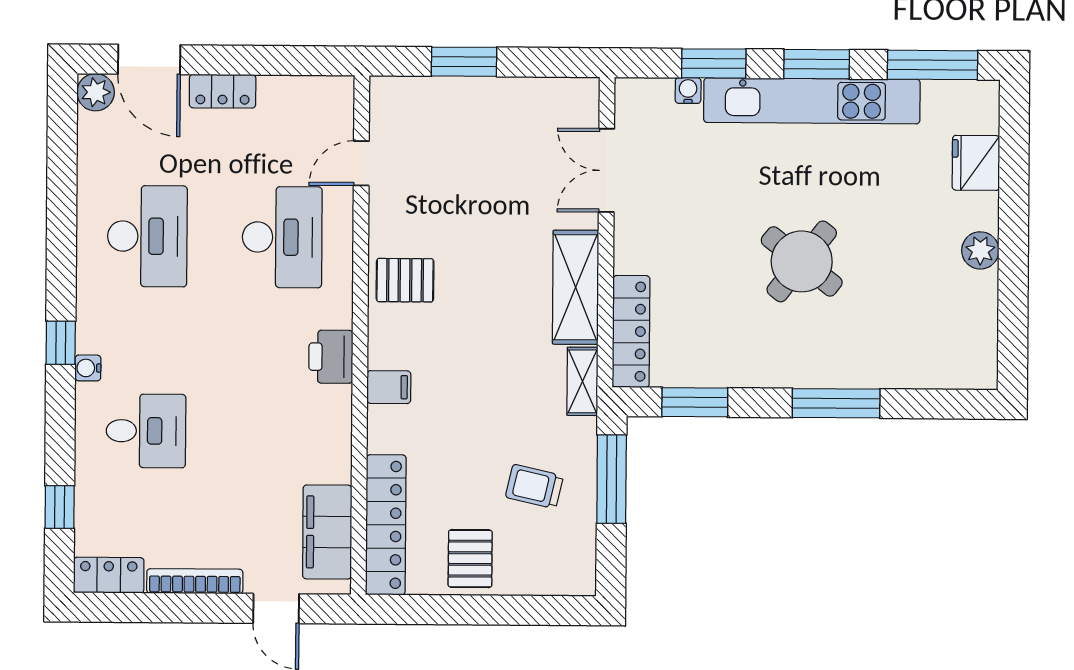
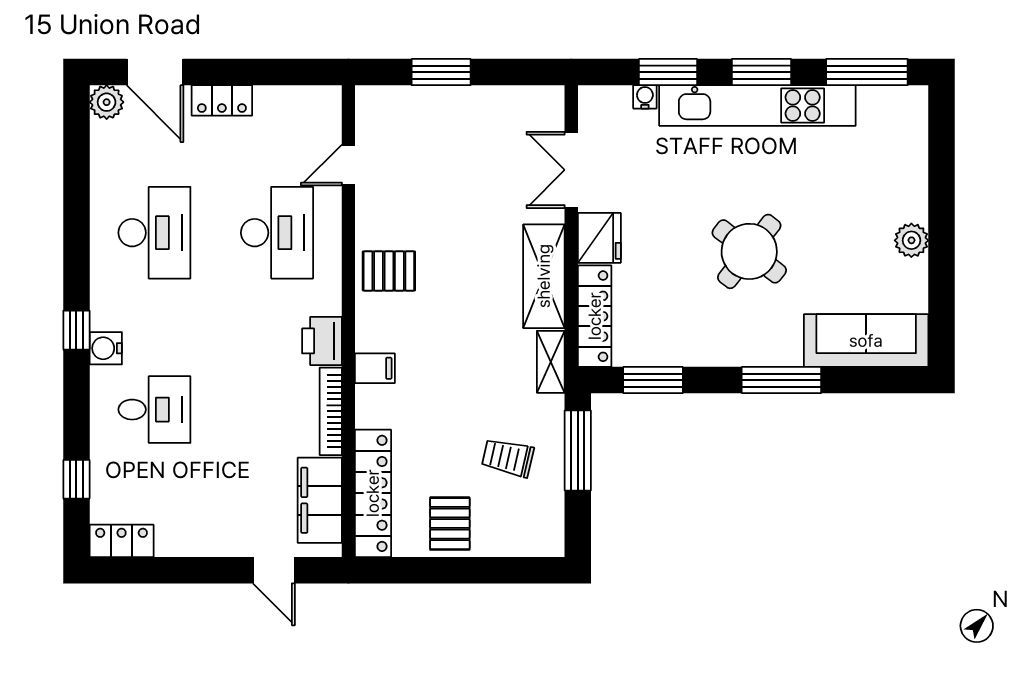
fridge: (976, 163) -> (599, 238), moved, turned 180
sofa: (930, 360) -> (866, 341), added
water cooler: (88, 368) -> (106, 348), width x1.38, depth x1.38
bookcase: (195, 581) -> (331, 411), moved, turned -90

